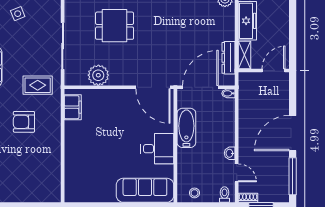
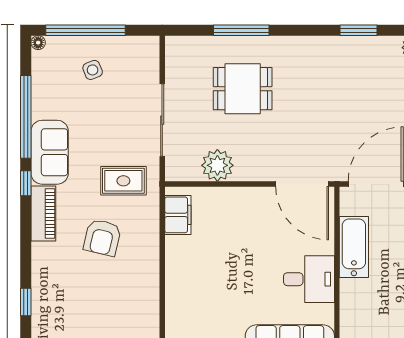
armchair: (24, 122) -> (102, 238), turned -77

